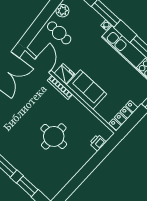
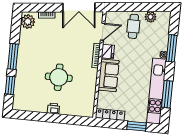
printer: (98, 143) -> (53, 109), moved

